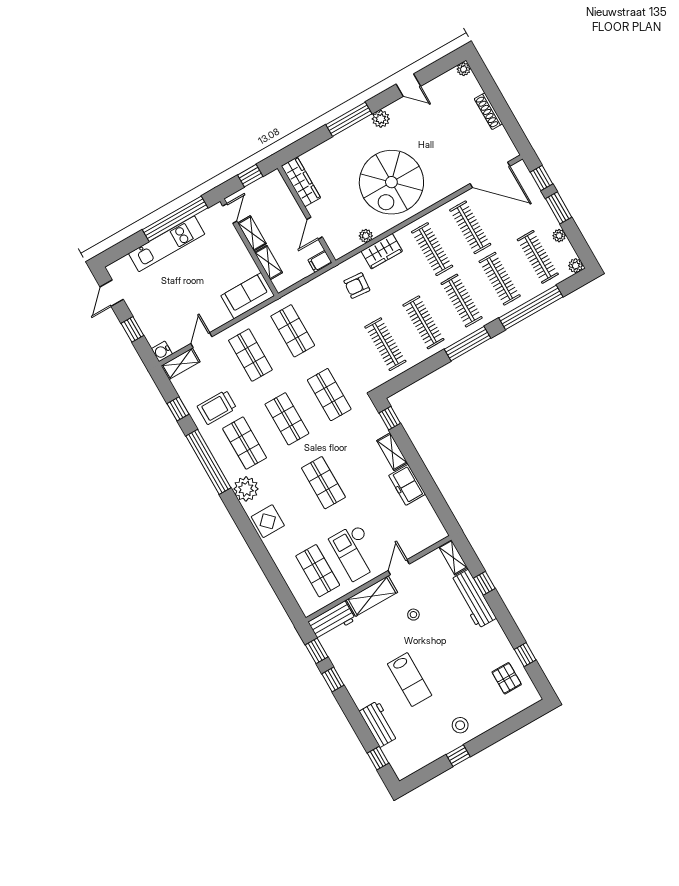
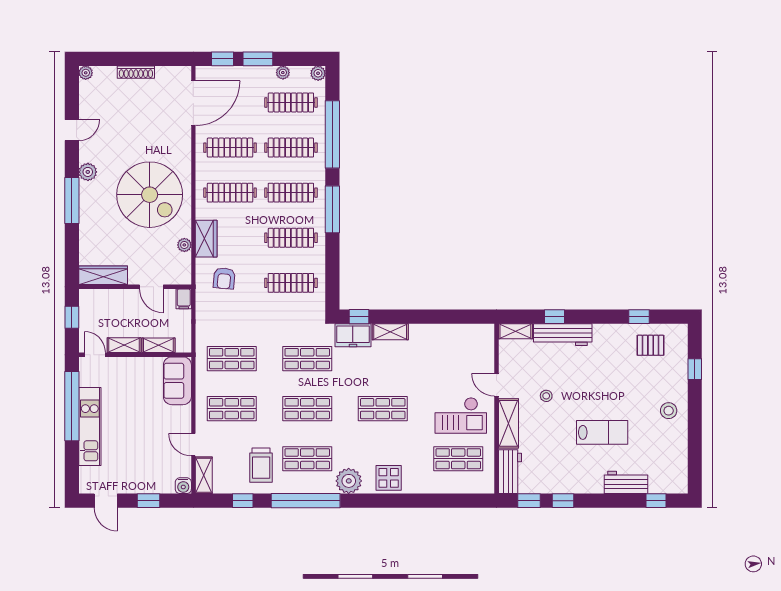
freezer: (407, 485) -> (353, 335), moved
window: (458, 756) -> (695, 369), moved

